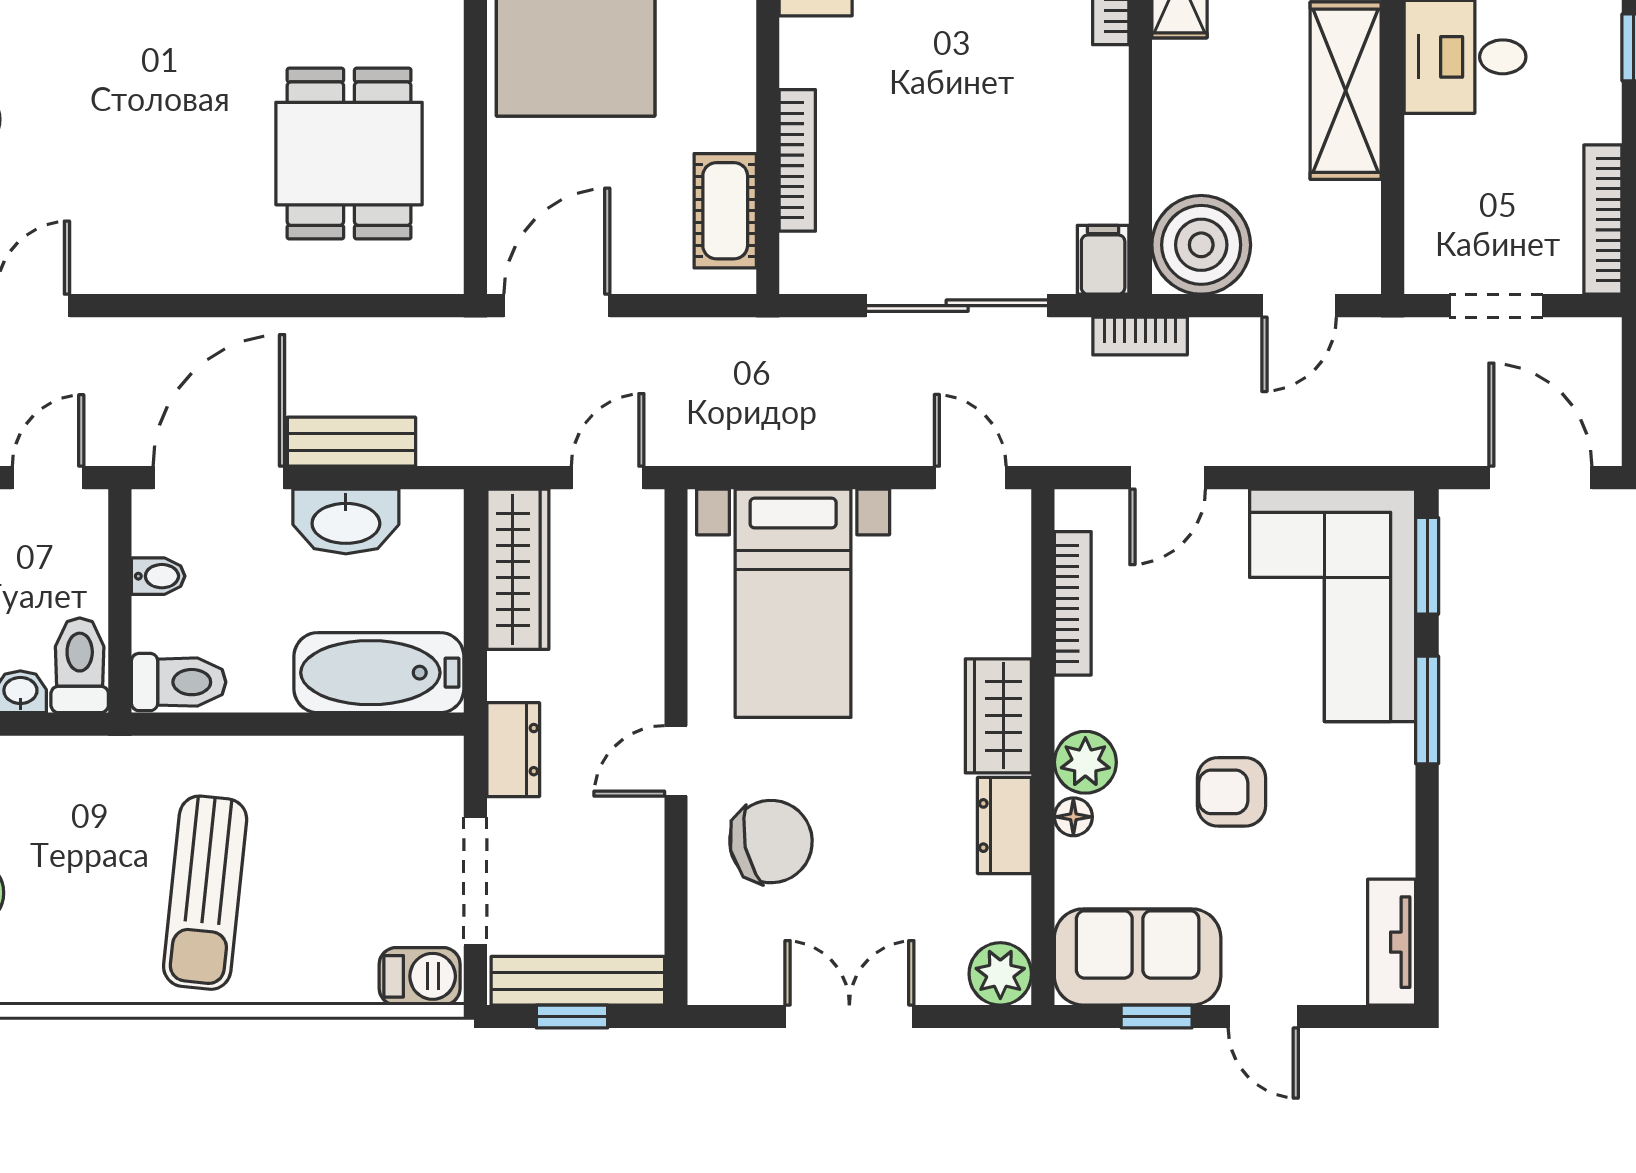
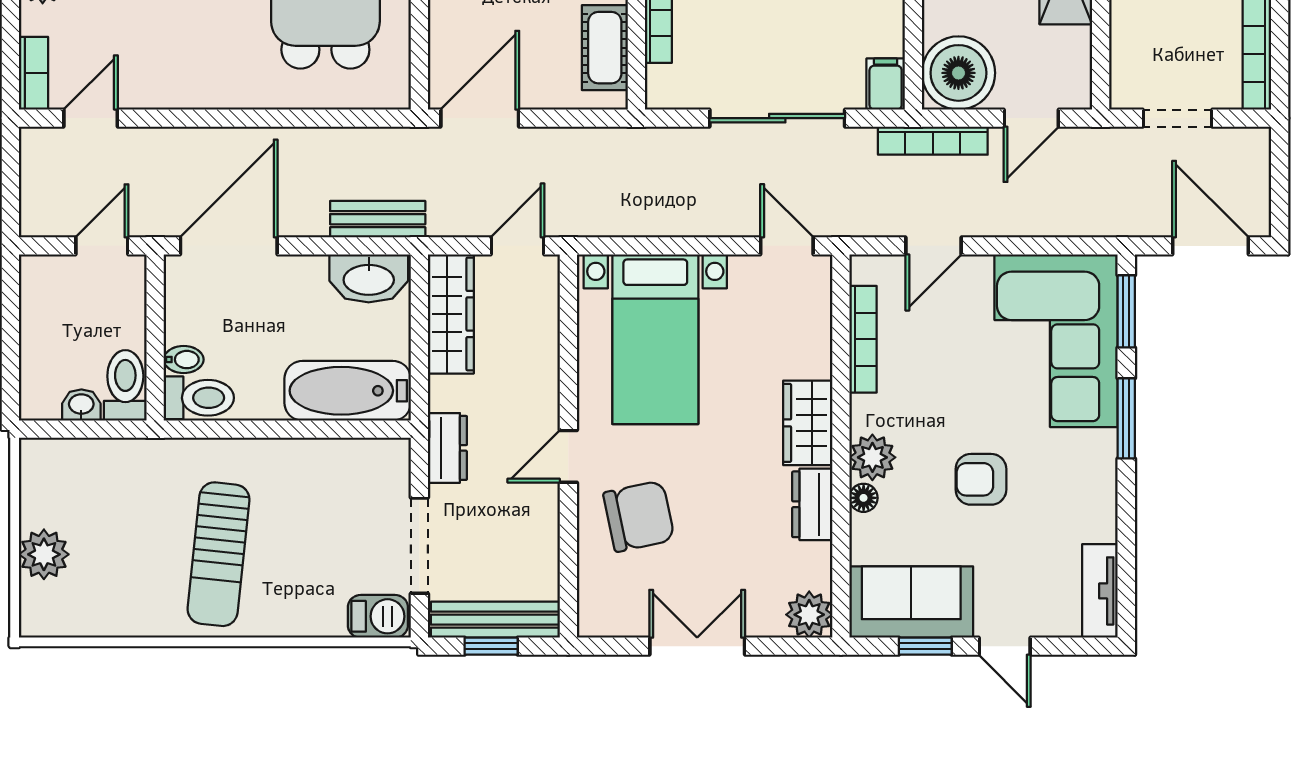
bookcase: (1140, 336) -> (933, 141), width x1.56
bench: (351, 442) -> (378, 219), moved
washbasin: (346, 521) -> (369, 278), moved
bidet: (158, 576) -> (184, 360), moved

